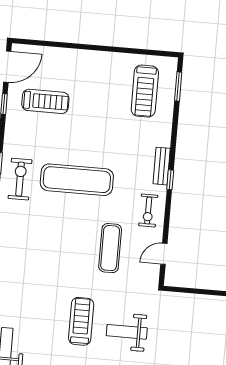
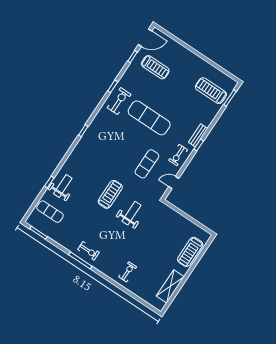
treadmill: (145, 91) -> (211, 91), turned 90
weight bench: (127, 332) -> (131, 213), turned 90

